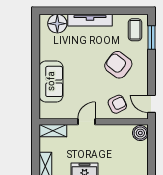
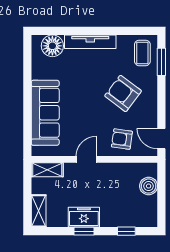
sofa: (51, 81) -> (45, 113), width x1.36
armchair: (117, 104) -> (122, 139), turned -146
boiler: (140, 133) -> (149, 186), moved

